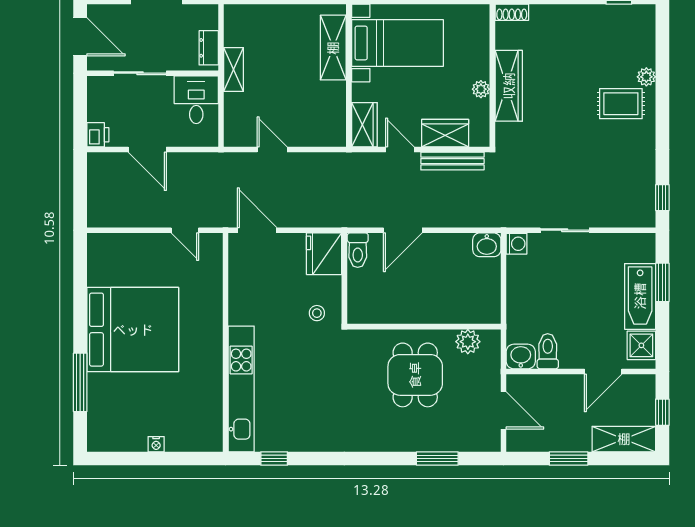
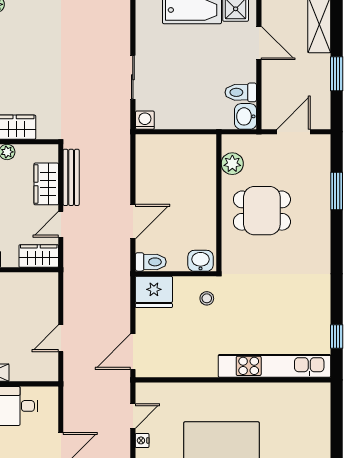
rug: (621, 104) -> (20, 27), removed
door: (403, 230) -> (133, 222), hinge flipped
washbasin: (487, 245) -> (200, 261), moved, turned -90
nightstand: (156, 444) -> (142, 440), moved, turned 180

